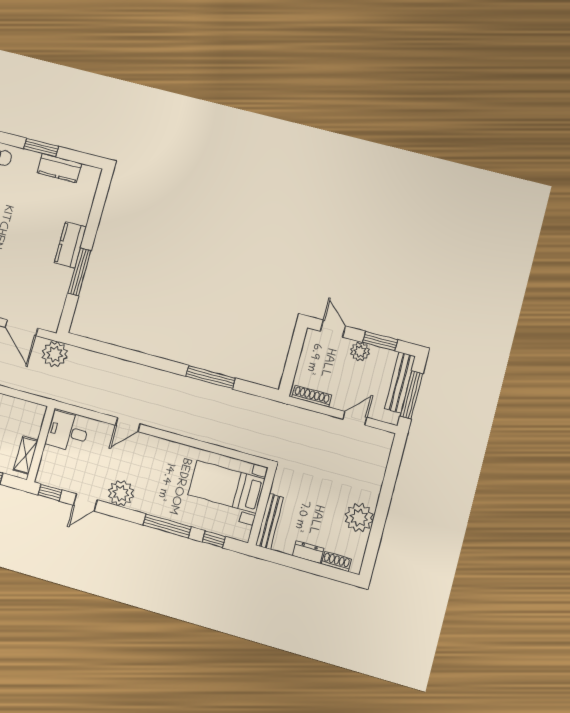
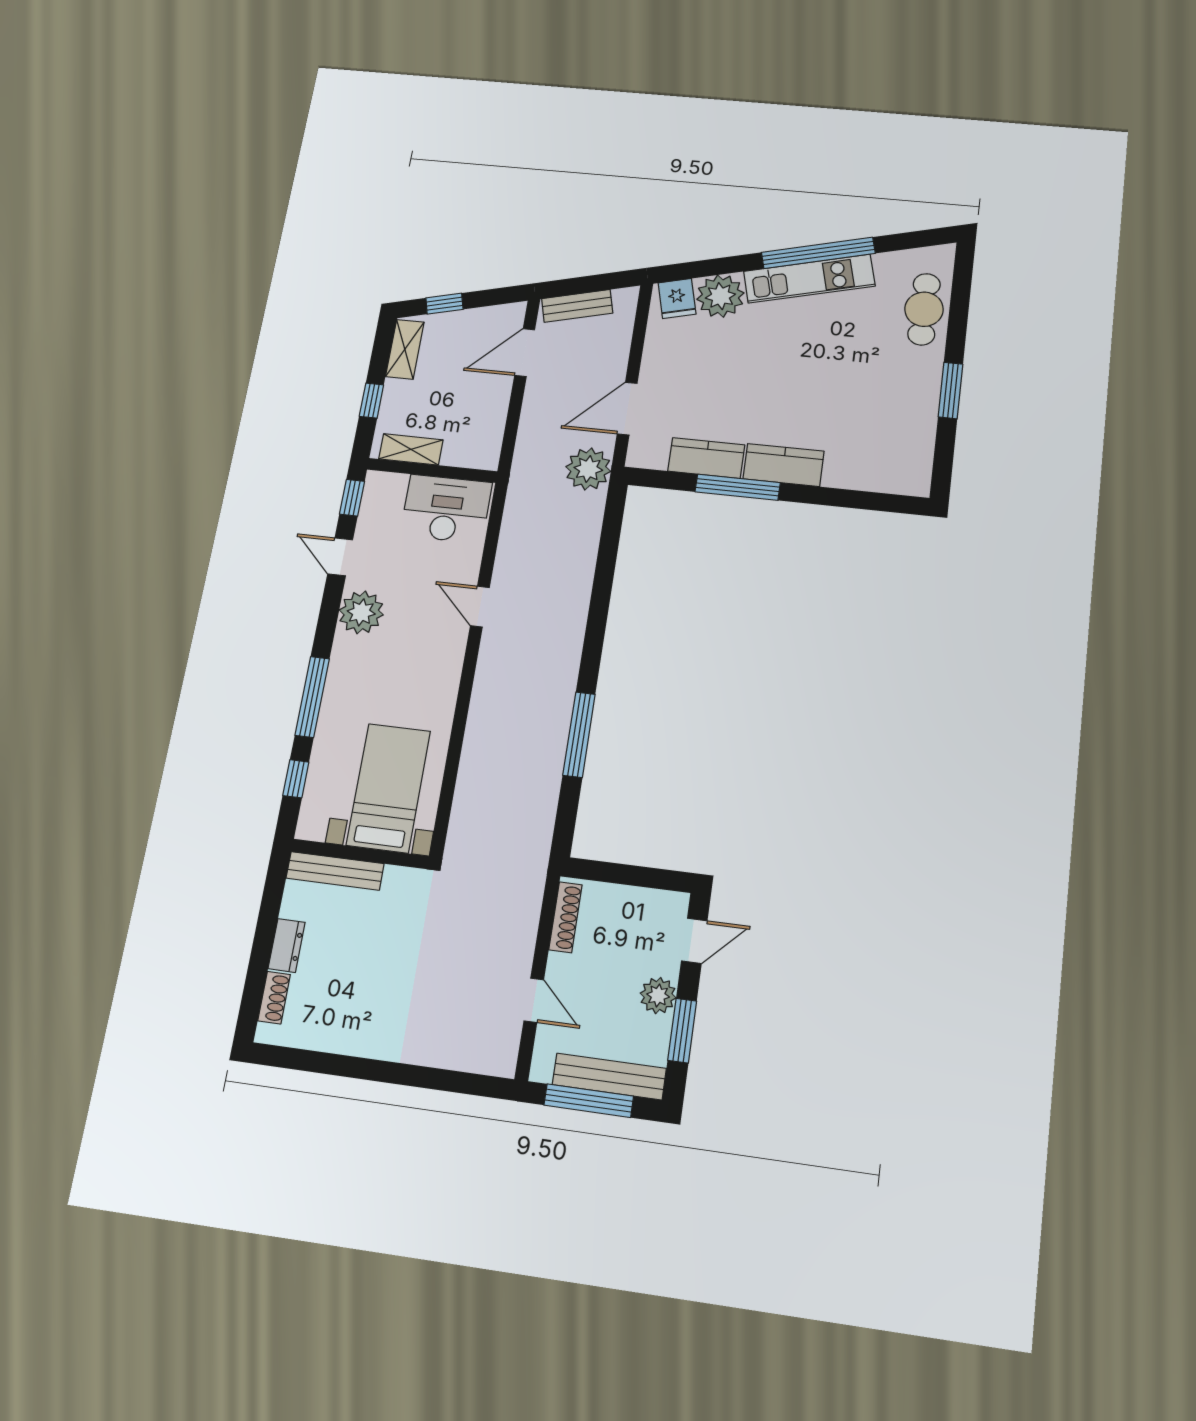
kitchen counter: (59, 168) -> (706, 458), moved, turned 90
desk: (68, 432) -> (446, 509), width x1.37
plant: (359, 518) -> (355, 1029), removed

